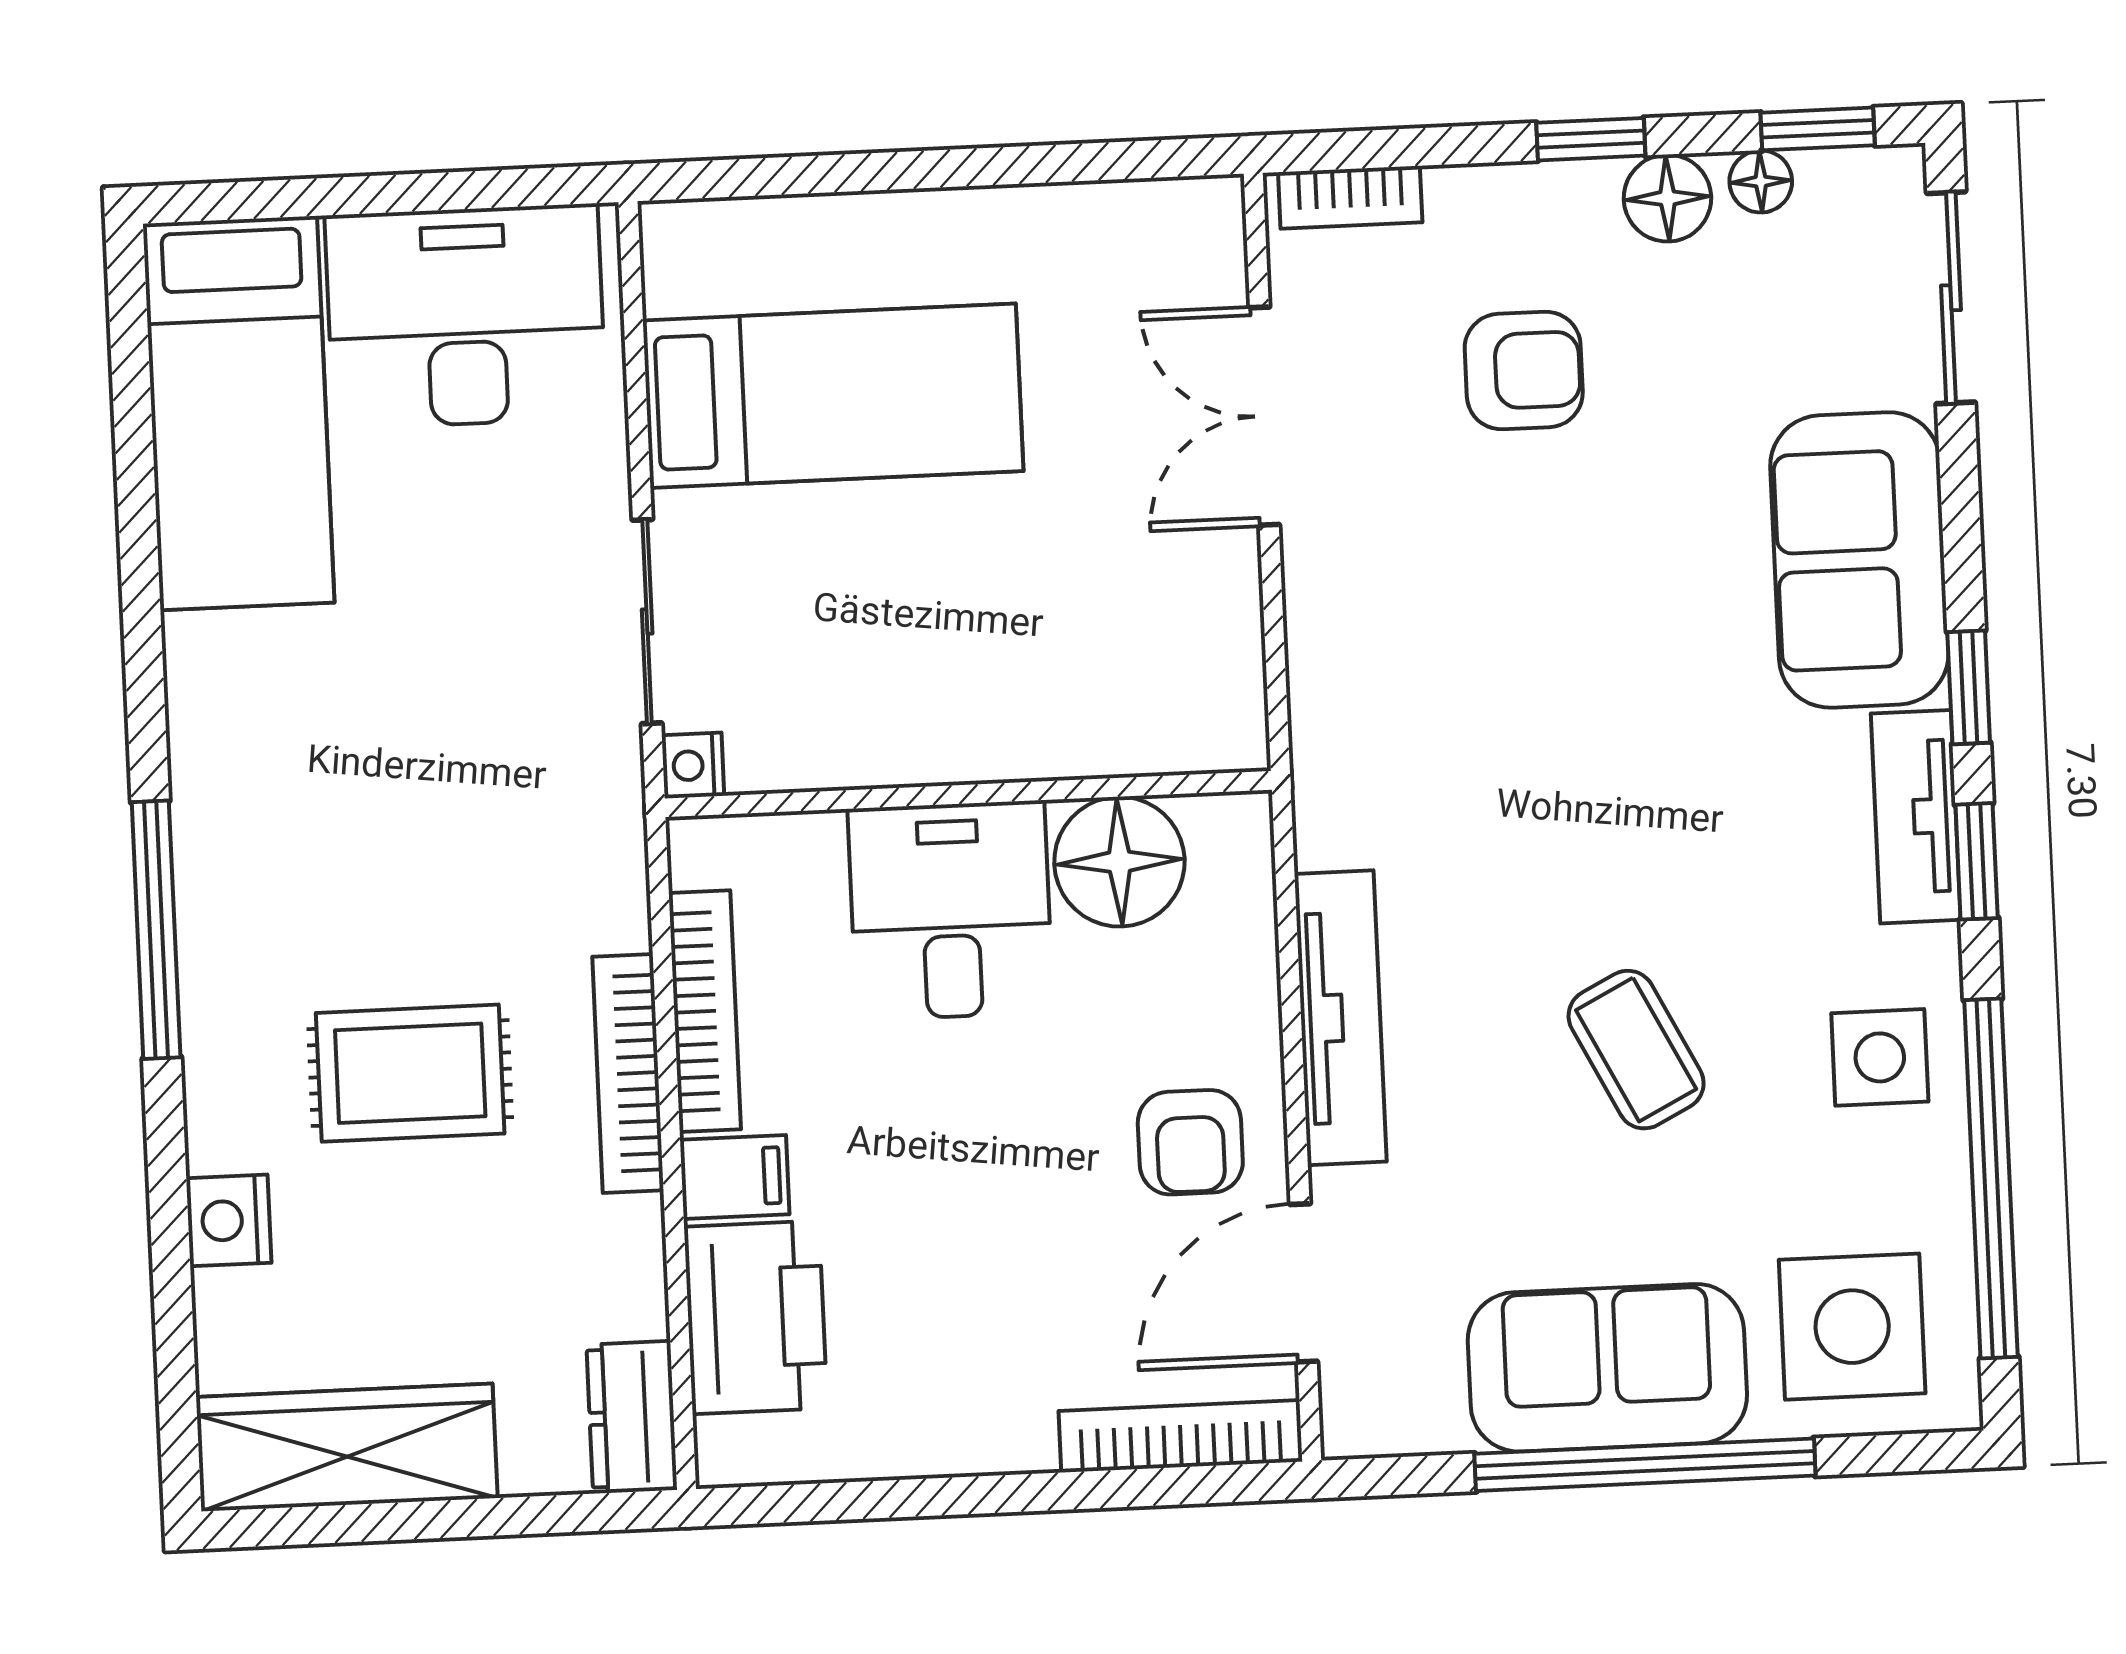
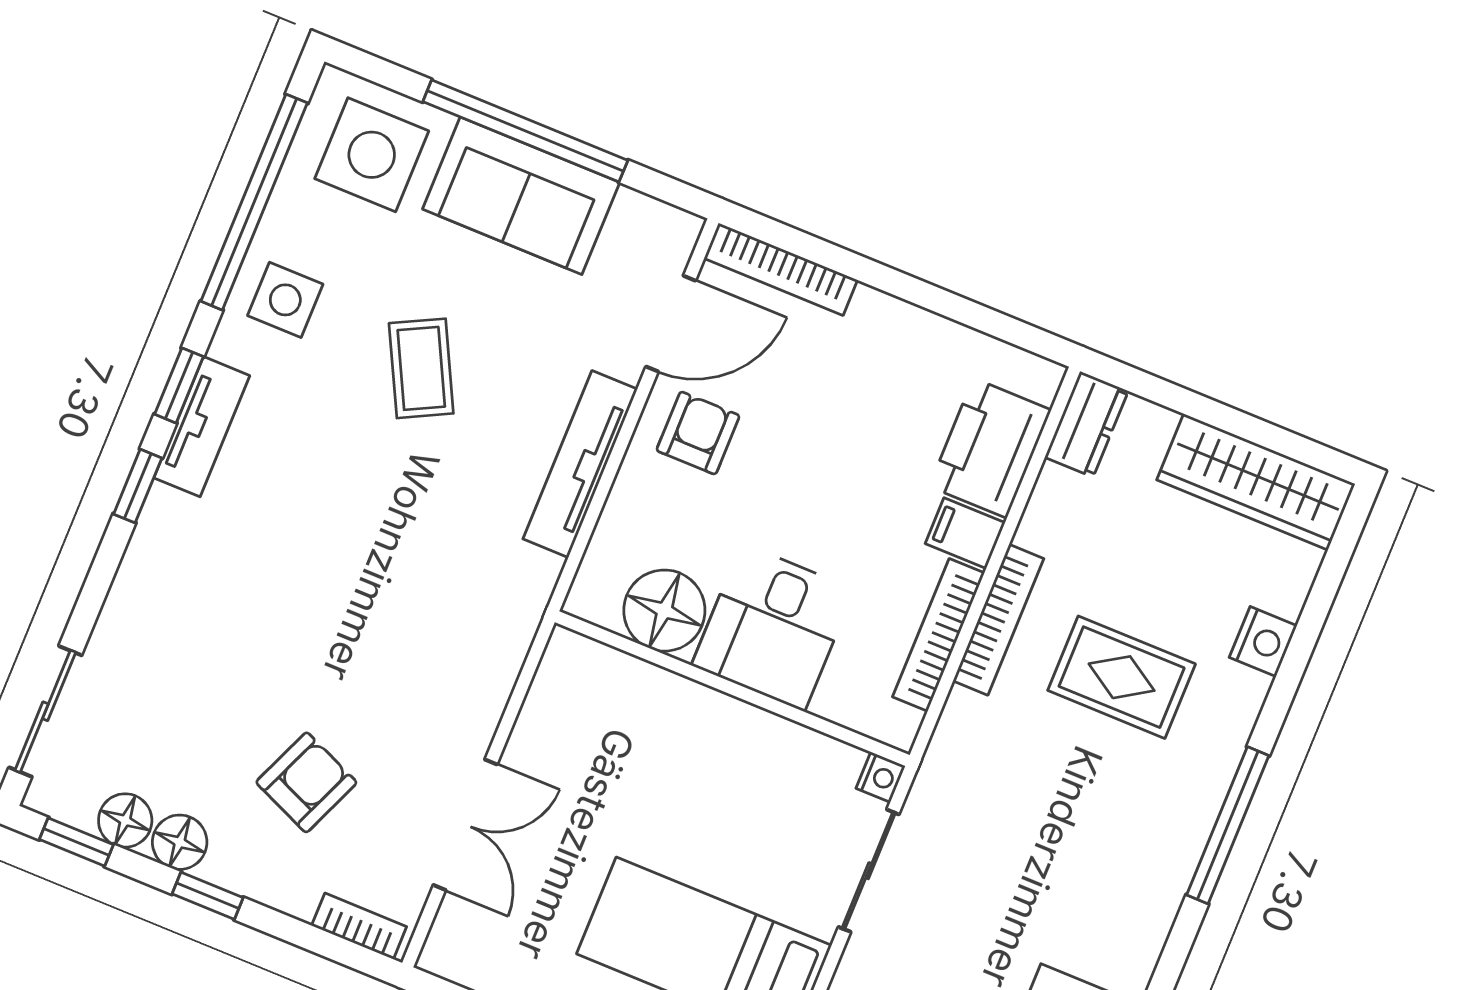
floor lamp: (1761, 181) -> (125, 820), width x1.37, depth x1.37
armchair: (1524, 371) -> (306, 782), turned 113
sofa: (1859, 560) -> (166, 587), removed

